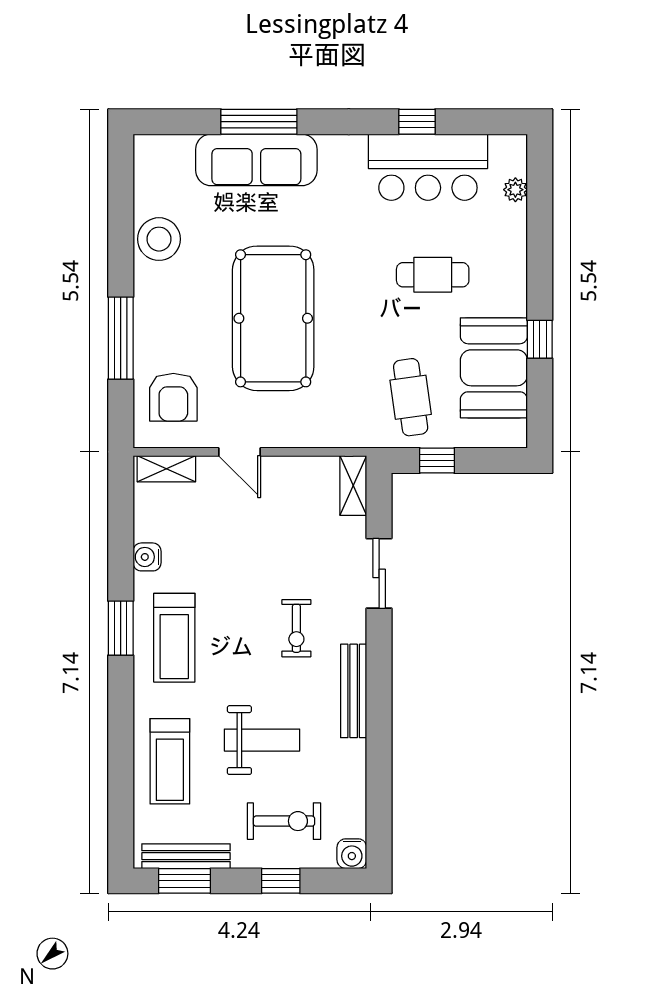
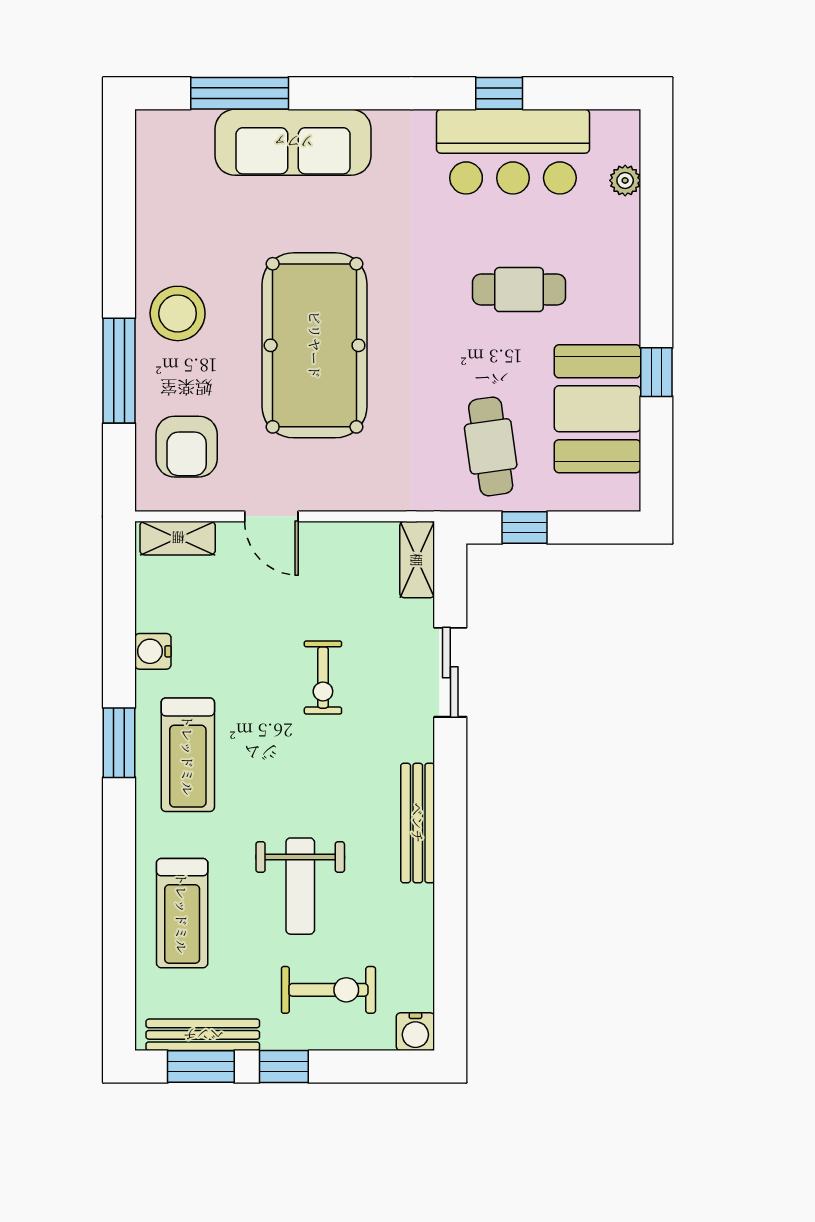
window: (259, 122) -> (240, 93), moved
stool: (159, 239) -> (178, 313), moved
exercise bike: (296, 628) -> (323, 678), moved
weight bench: (262, 740) -> (300, 886), turned 90
window: (281, 881) -> (284, 1067), moved

